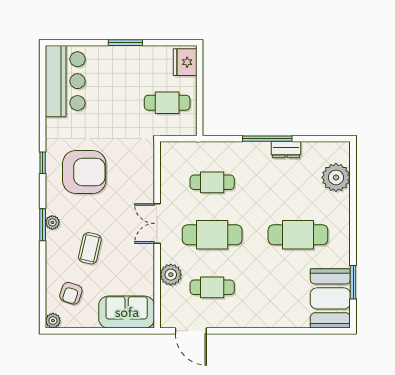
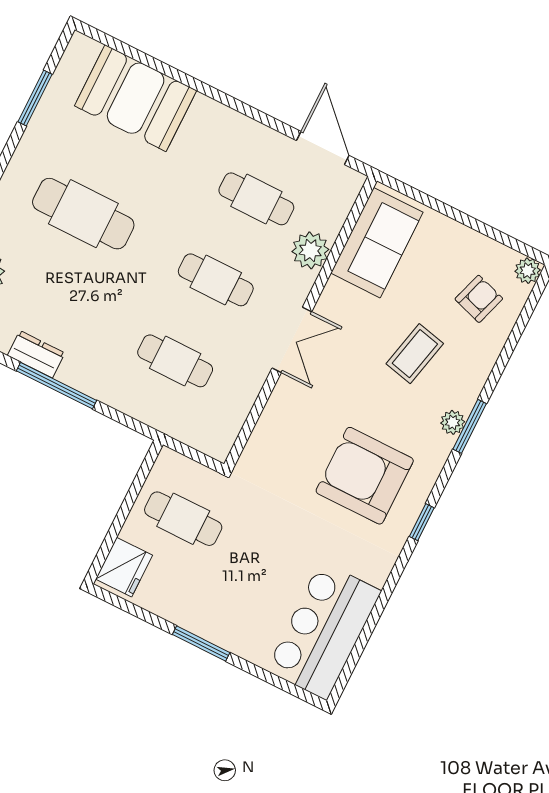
cafe table: (212, 235) -> (216, 280), width x0.73, depth x0.74
booth: (330, 298) -> (136, 98), moved, turned 90
sofa: (127, 312) -> (377, 243), moved, turned -90

